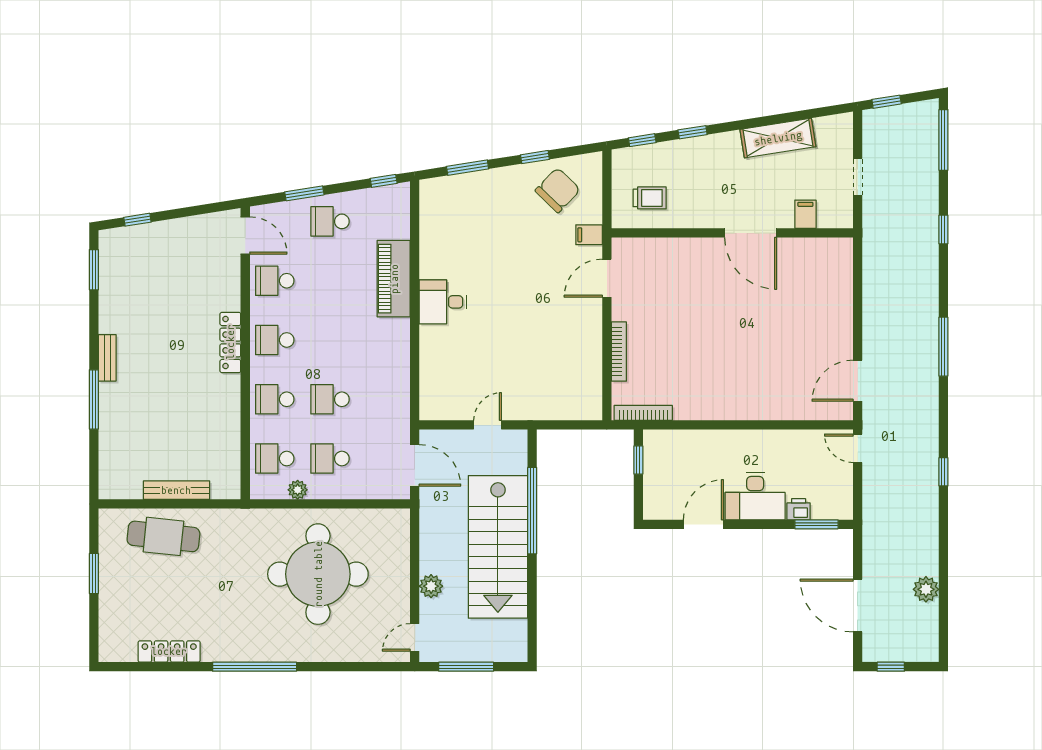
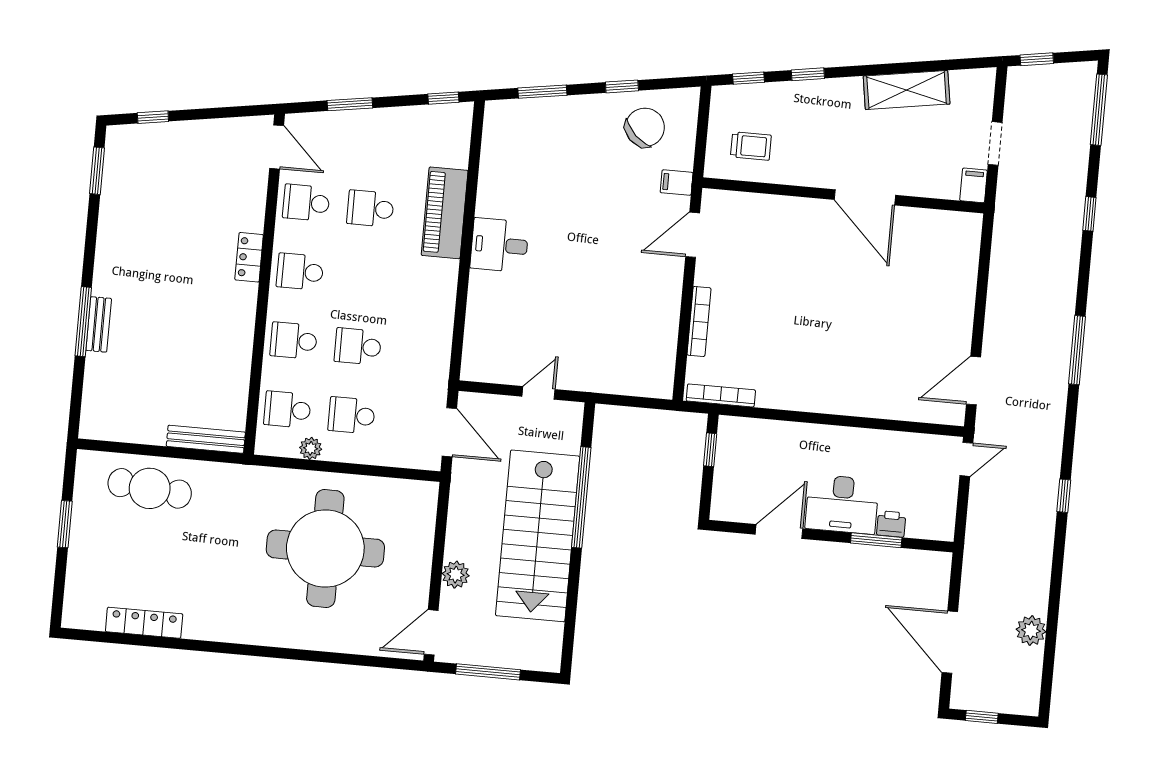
filing cabinet: (805, 214) -> (974, 185), moved
school desk: (330, 221) -> (370, 209), moved
locker: (230, 342) -> (249, 257), width x0.66
bench: (107, 358) -> (99, 324), moved
door: (858, 448) -> (966, 459), swing flipped
bench: (176, 490) -> (206, 439), moved
window: (816, 524) -> (876, 540), moved
door: (415, 637) -> (431, 632), width x1.38
window: (255, 667) -> (242, 649), removed

